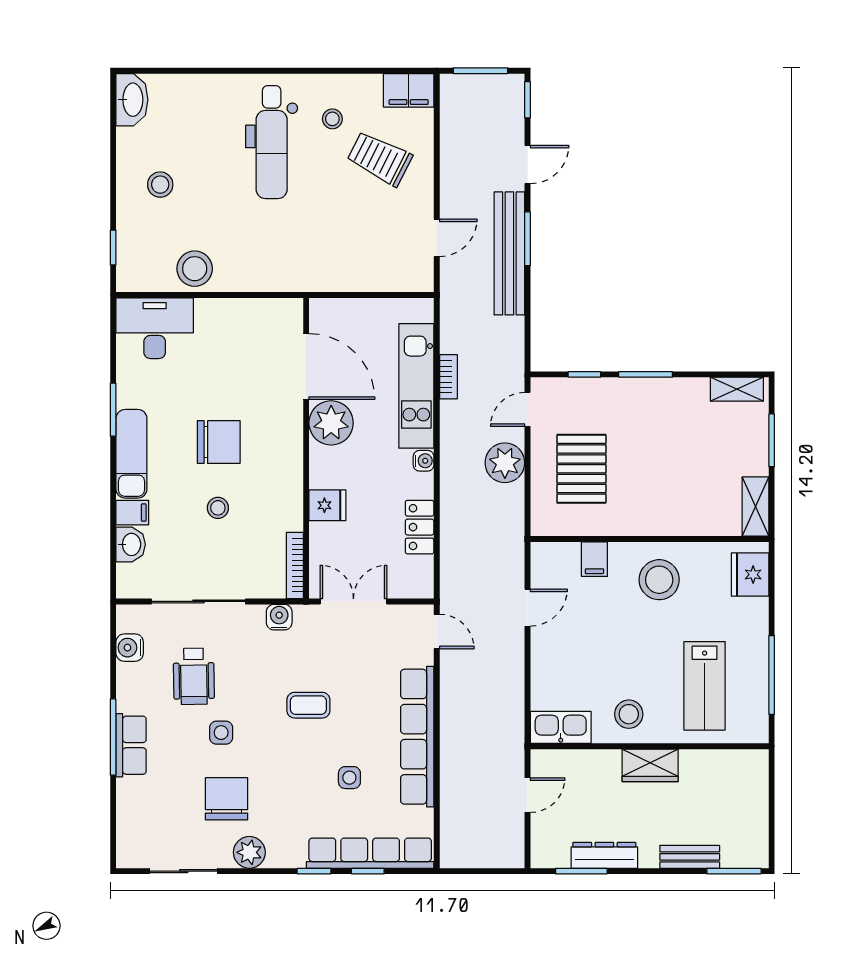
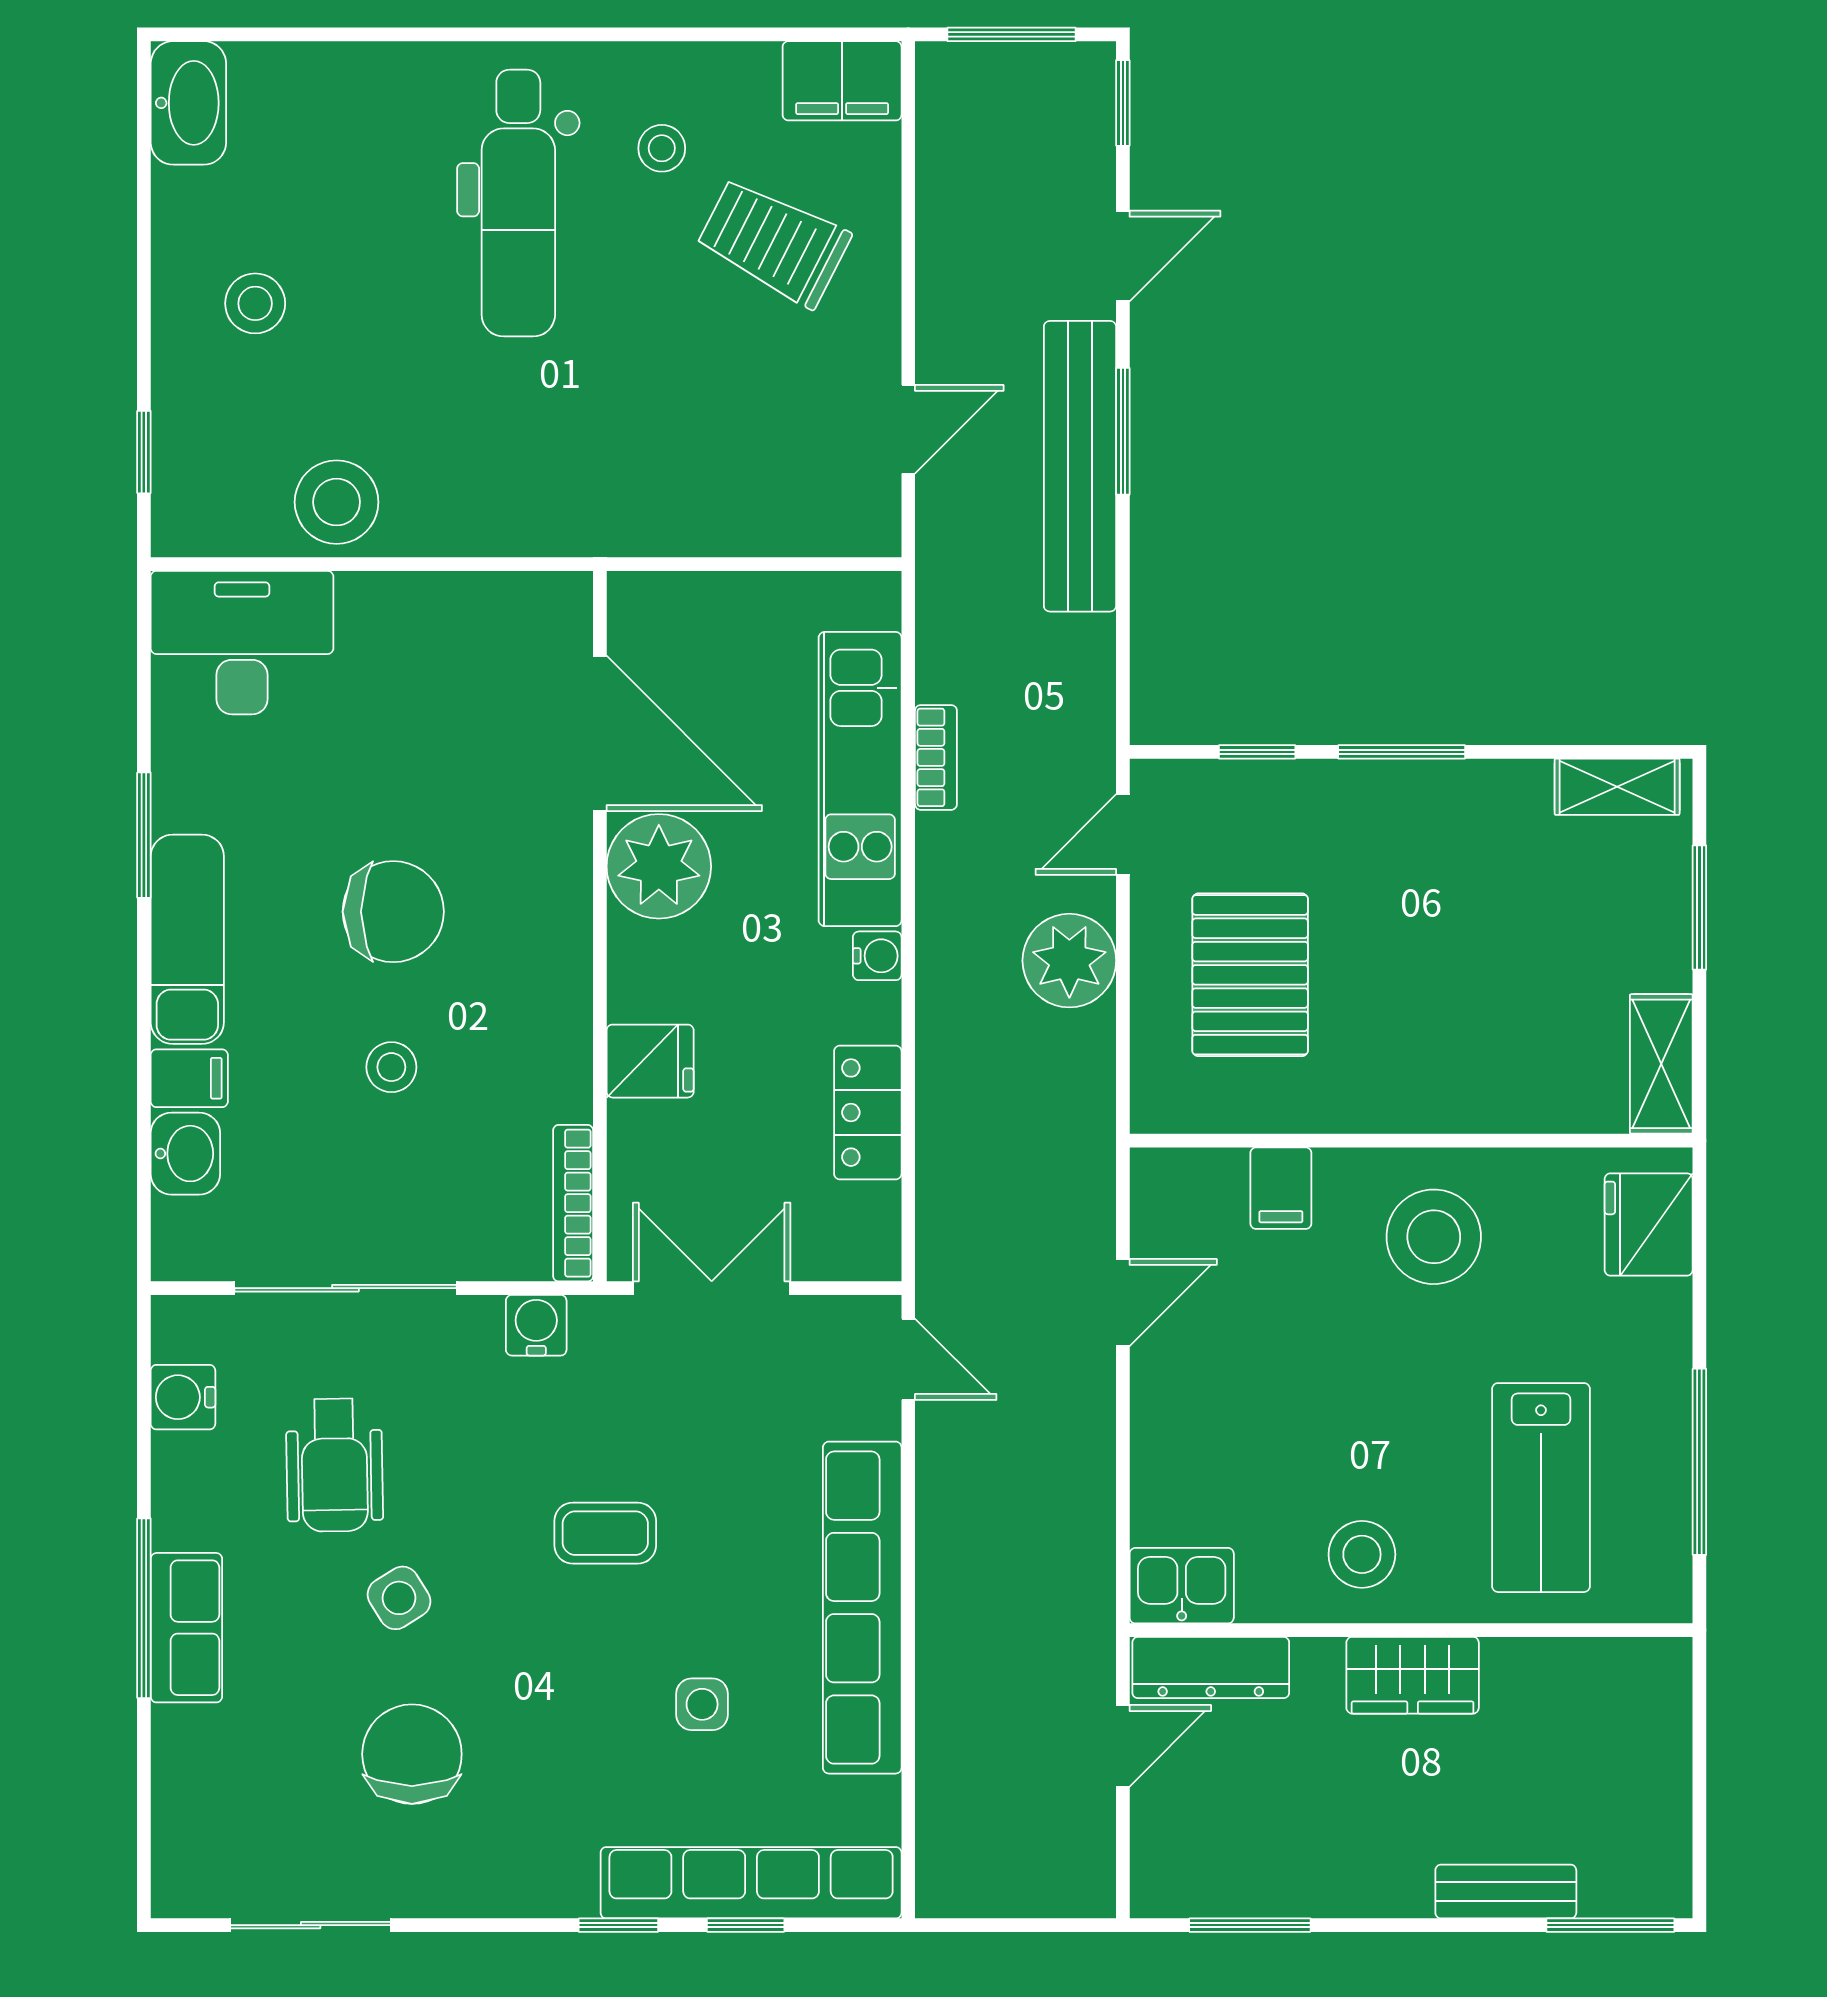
kitchen sink: (561, 727) -> (1182, 1586), width x0.73
side table: (221, 733) -> (399, 1598), turned -32
plant: (249, 852) -> (466, 1881), removed
dresser: (604, 855) -> (1211, 1668), moved, turned 180

